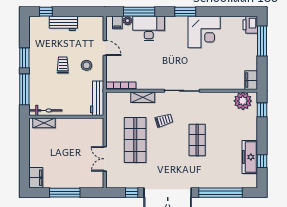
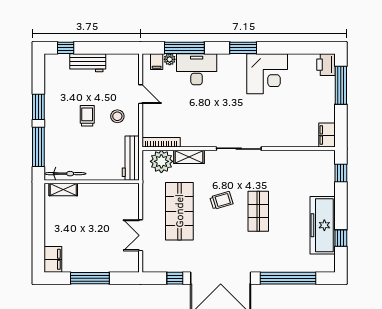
plant: (243, 101) -> (161, 161), moved
trolley: (164, 120) -> (221, 200), moved
freezer: (250, 157) -> (323, 225), width x1.36, depth x1.26

